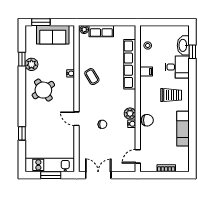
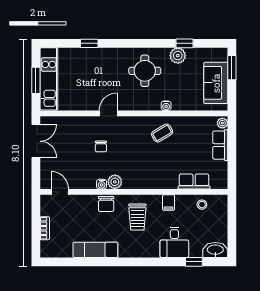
washbasin: (183, 45) -> (215, 250), moved
row of seats: (130, 64) -> (194, 181), width x0.50
round table: (43, 90) -> (145, 71), turned 35
trolley: (171, 95) -> (137, 217), moved

